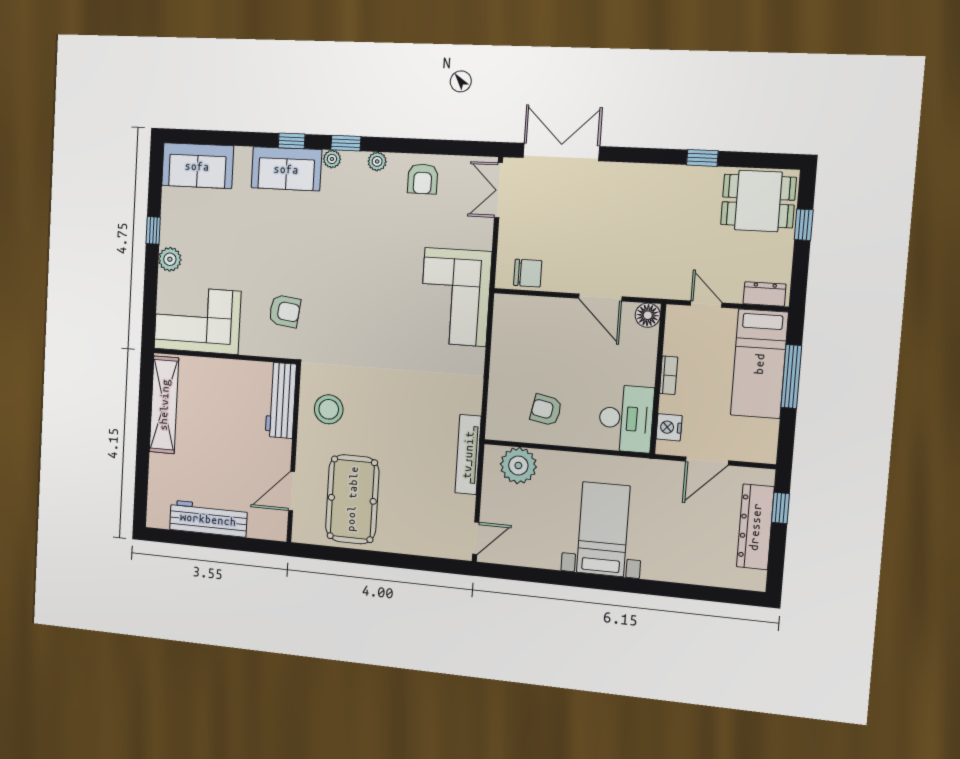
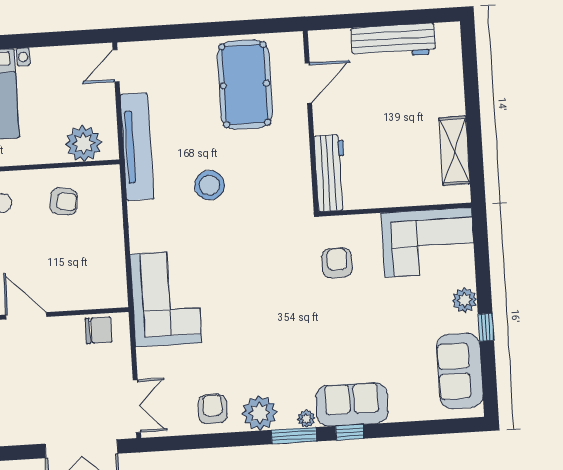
window: (346, 143) -> (294, 436), width x1.50
plant: (377, 161) -> (260, 413), width x1.88, depth x1.88
sofa: (197, 166) -> (460, 371), moved, turned -90
chair: (528, 273) -> (98, 330), turned 180
armchair: (285, 311) -> (337, 263), turned 83
shelving: (164, 405) -> (454, 151), width x0.68
stool: (329, 409) -> (209, 185), moved
tv unit: (468, 455) -> (137, 147), width x1.36, depth x1.29

